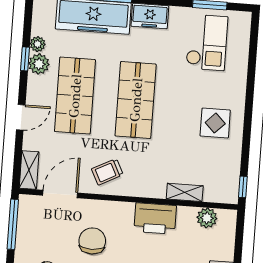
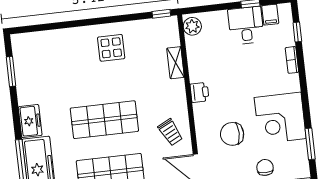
checkout: (207, 42) -> (44, 68), removed
printer: (155, 218) -> (199, 92), width x0.53, depth x0.68
plant: (207, 218) -> (192, 26), moved

